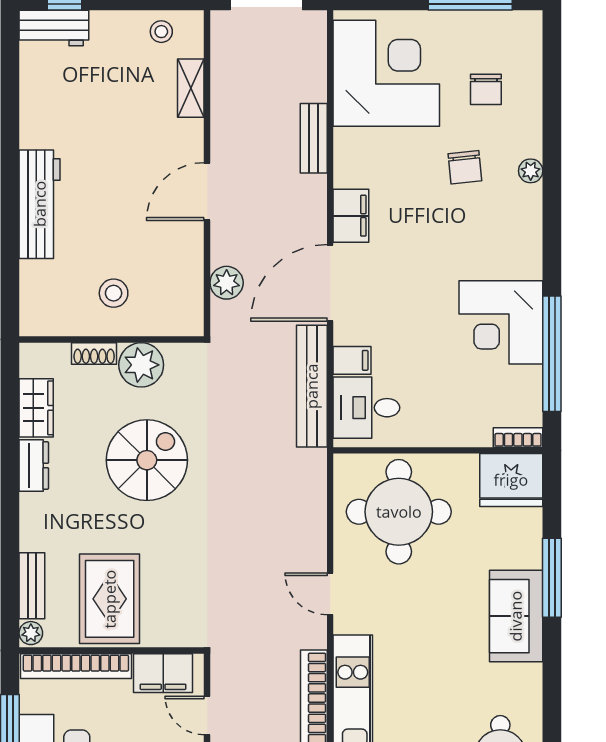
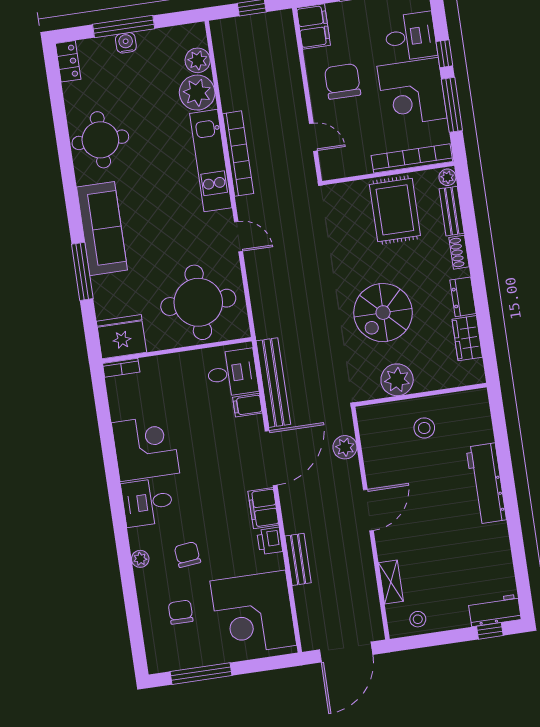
printer: (349, 169) -> (270, 541), added
desk: (509, 247) -> (147, 502), added
shoe rack: (94, 353) -> (459, 252), moved, turned -90
window: (552, 354) -> (106, 431), removed
sofa: (516, 616) -> (102, 229), width x1.36
filing cabinet: (163, 673) -> (349, 163), removed

